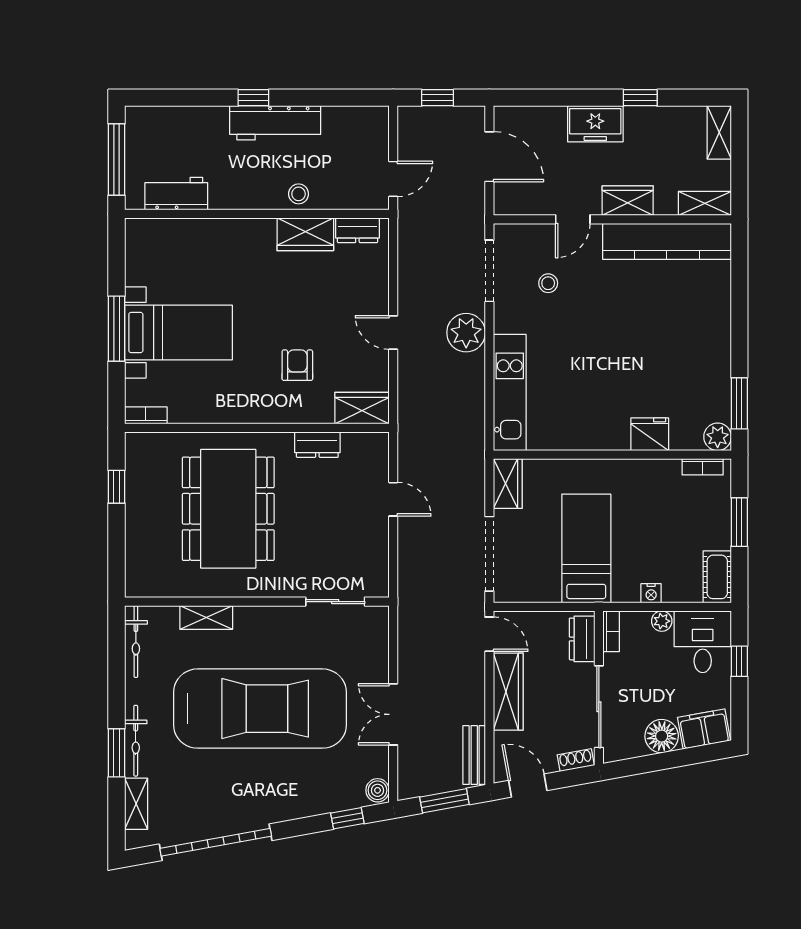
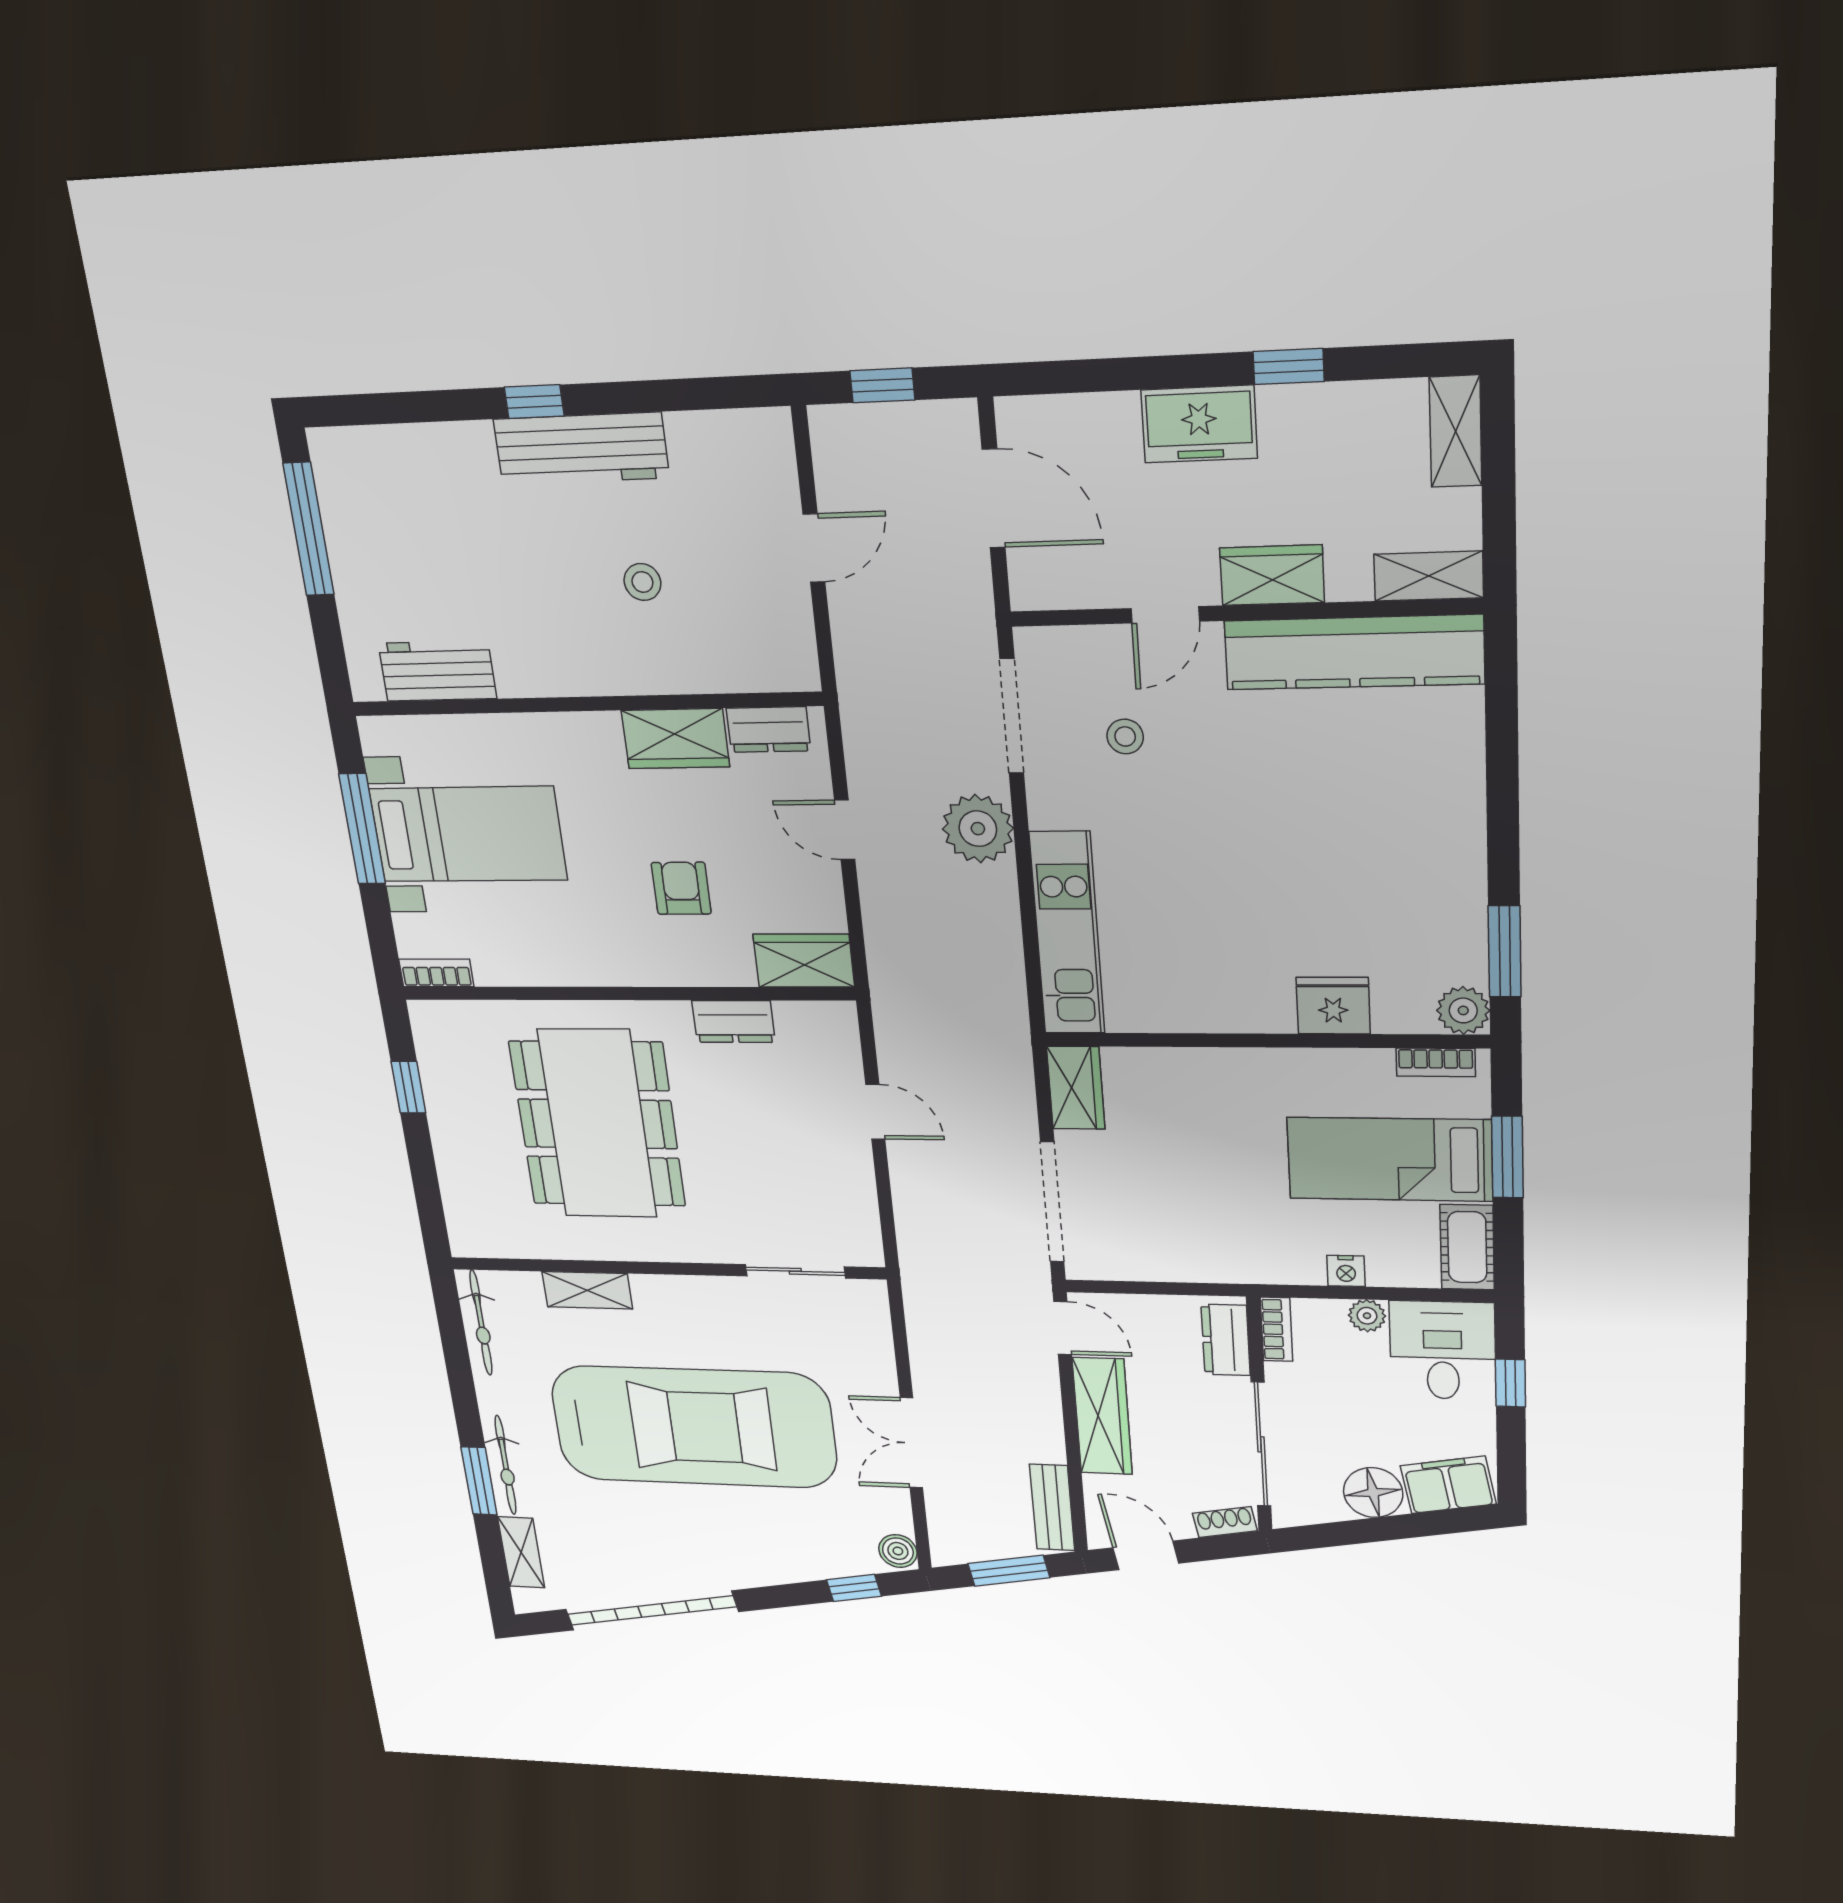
workbench: (176, 194) -> (437, 671), moved
wall: (257, 214) -> (584, 704), moved
dresser: (357, 230) -> (768, 730), moved
wardrobe: (305, 234) -> (675, 739), moved
bed: (586, 548) -> (1390, 1159), moved, turned -90

